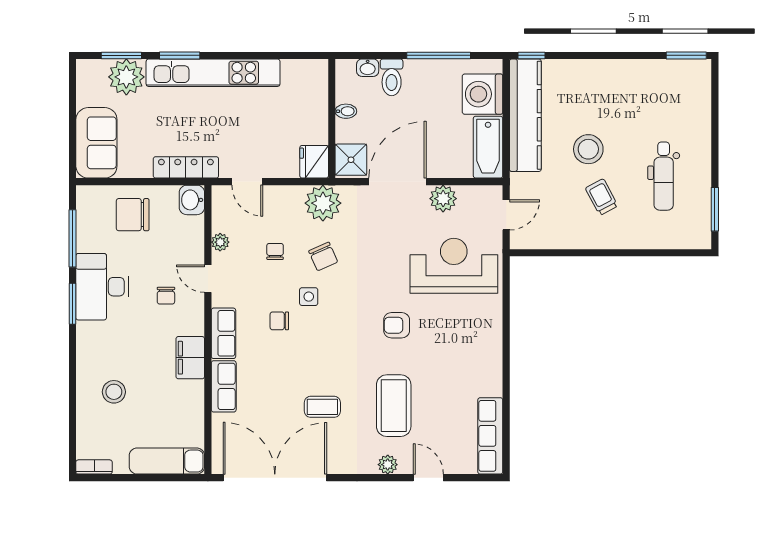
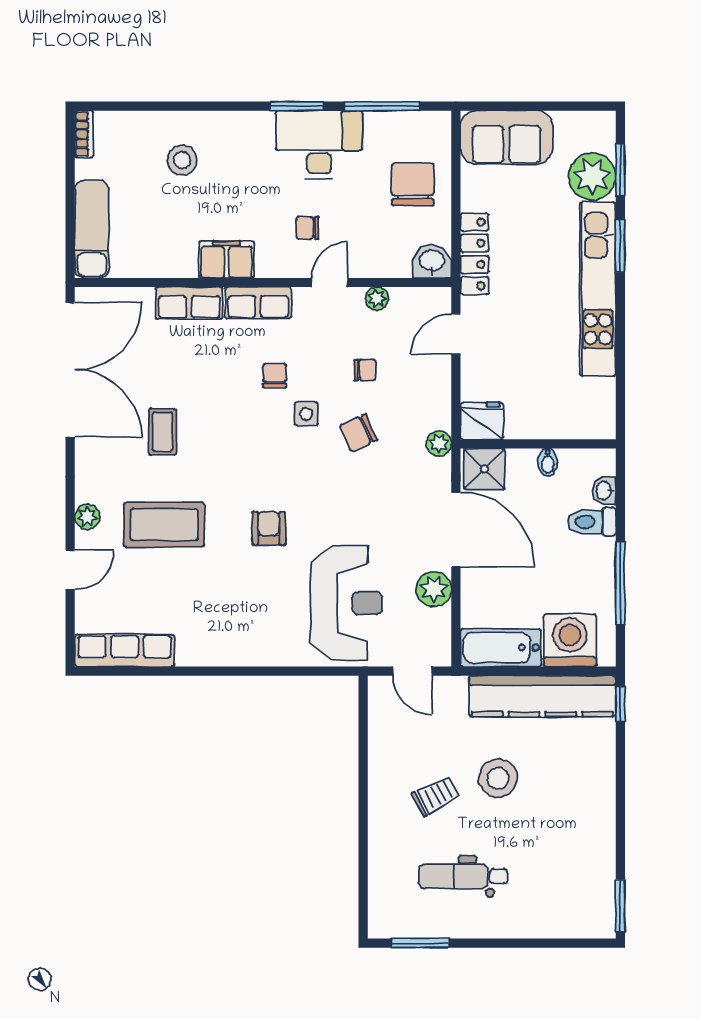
plant: (323, 203) -> (439, 443), width x0.53, depth x0.53

